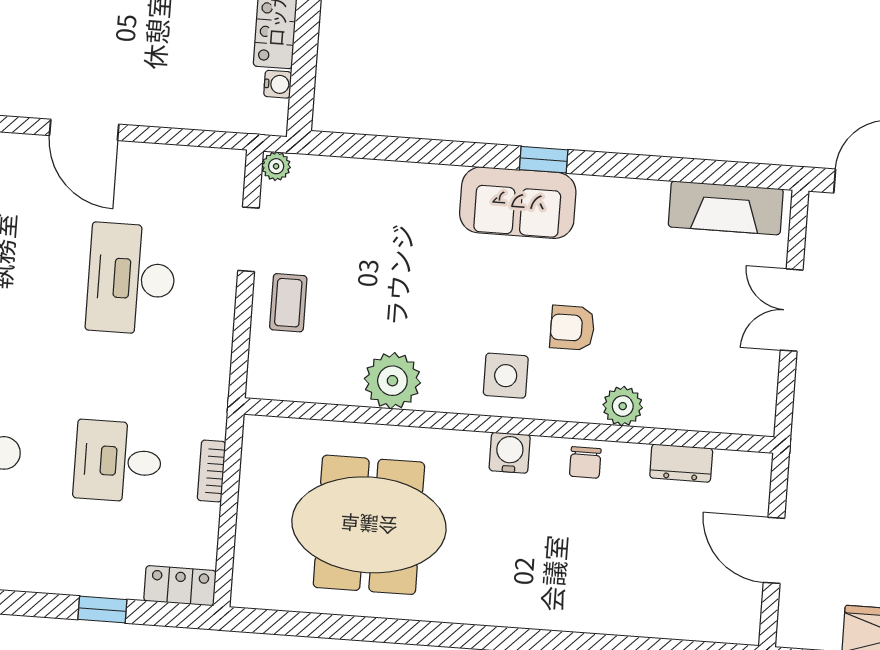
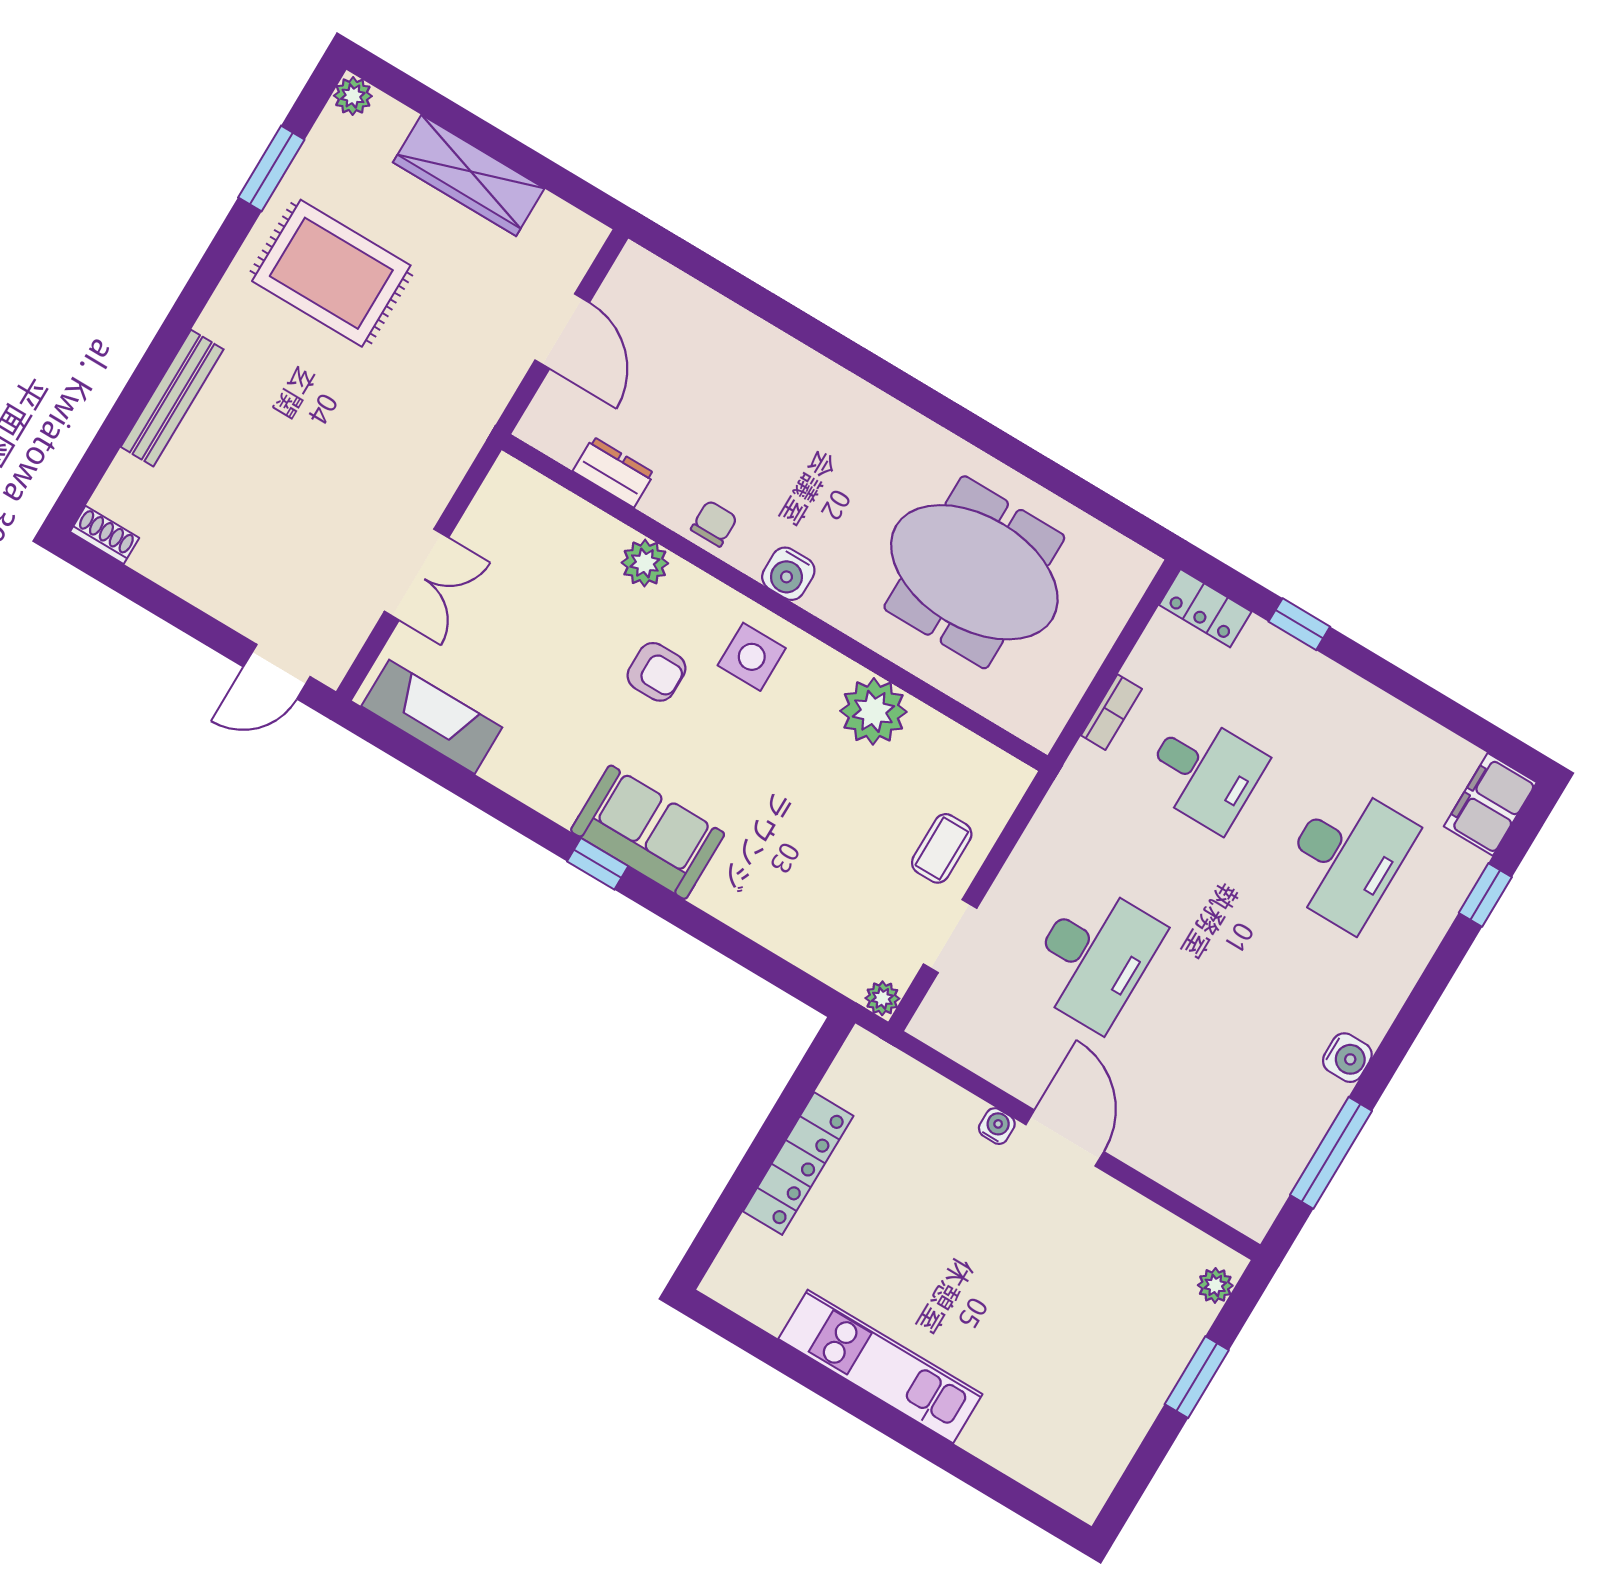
water cooler: (278, 84) -> (997, 1126), moved, turned 90

